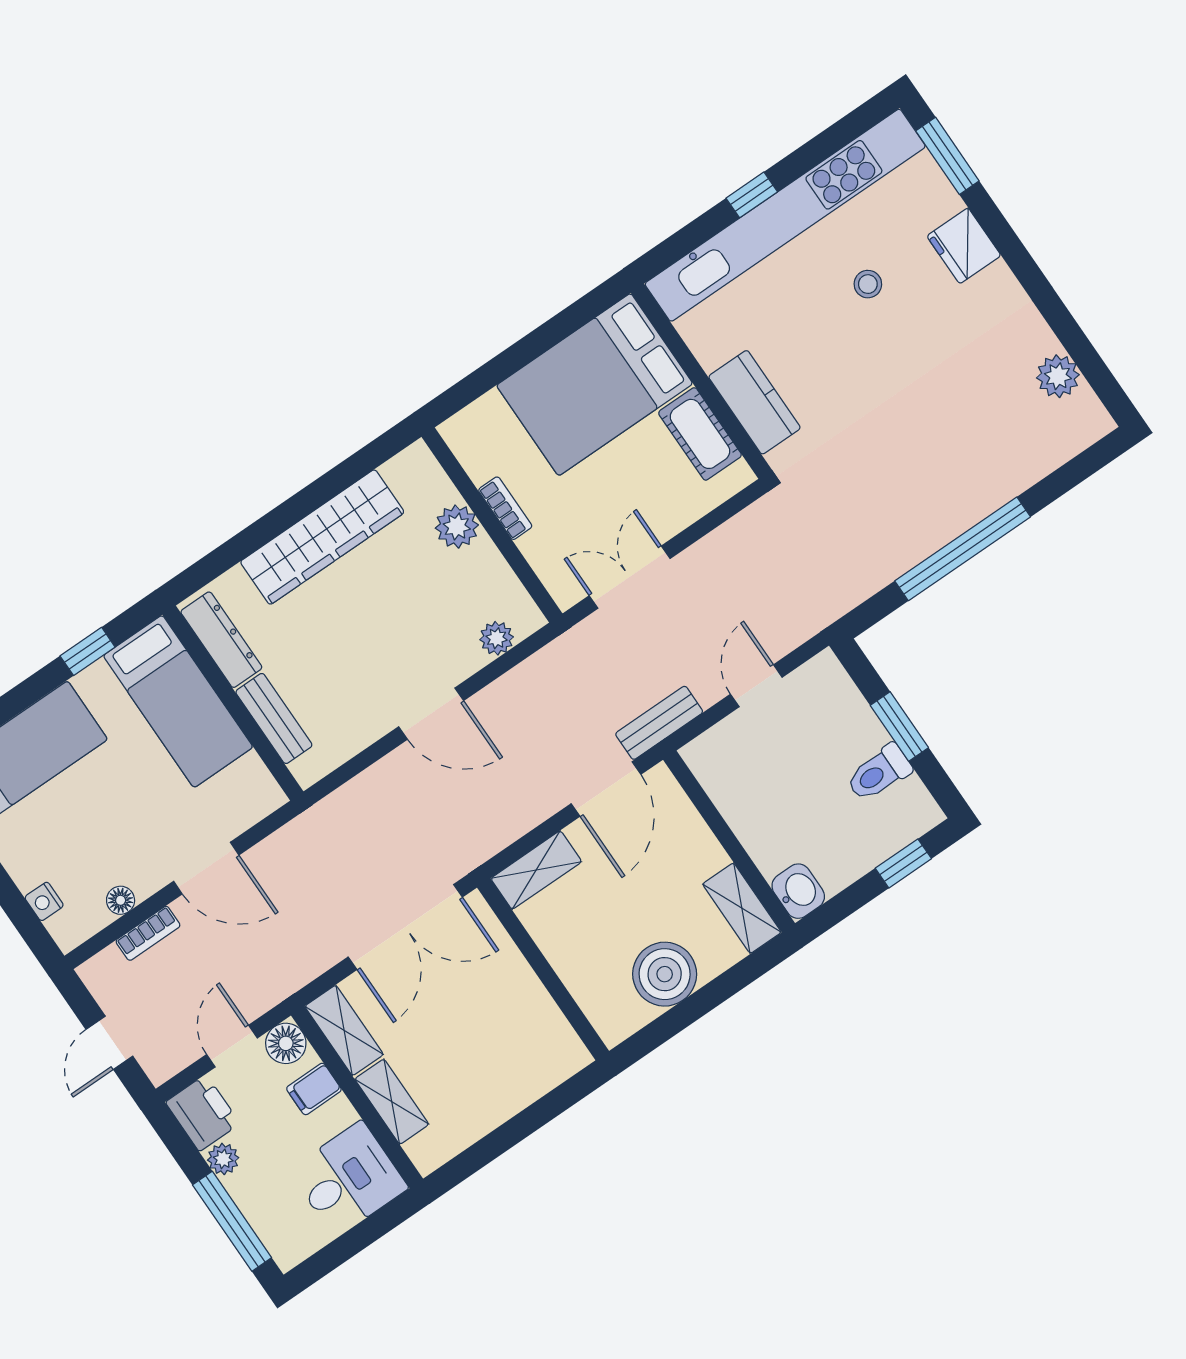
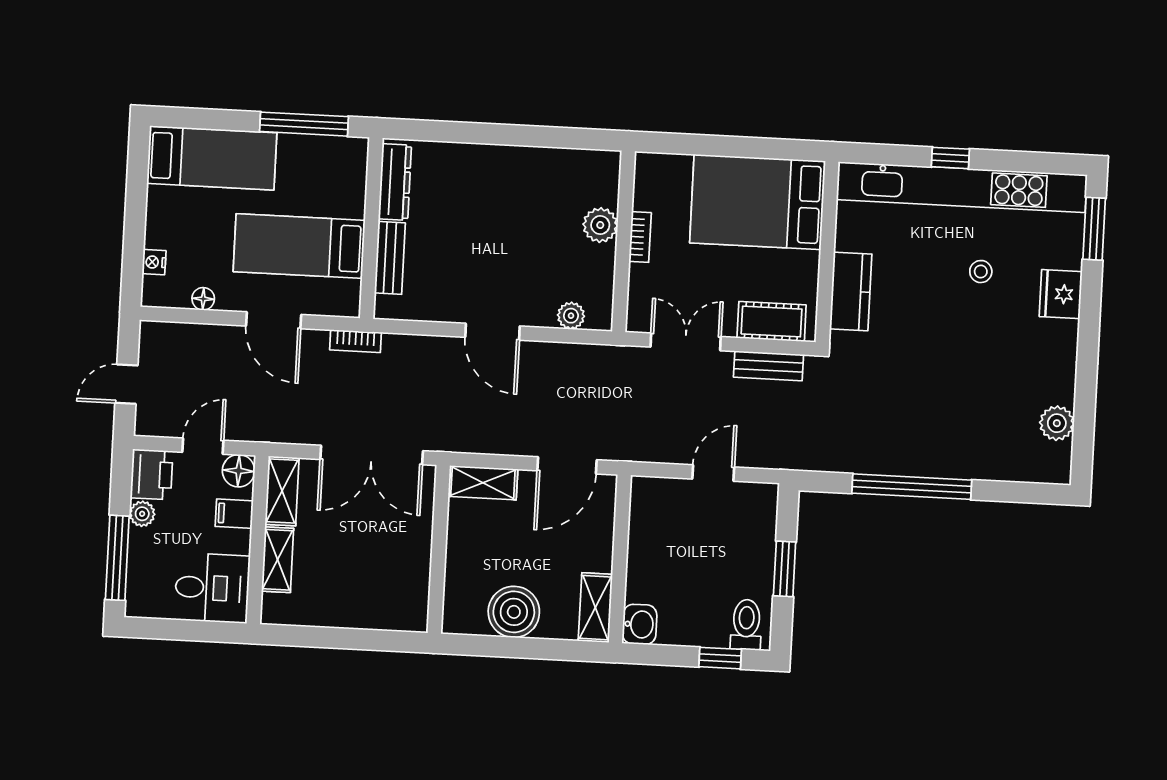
cot: (700, 434) -> (772, 321), moved, turned 90
wardrobe: (322, 537) -> (509, 166), removed
window: (88, 651) -> (304, 124), width x2.17
bed: (178, 701) -> (299, 246), moved, turned 90
bench: (659, 723) -> (769, 366), moved
toilet: (879, 773) -> (746, 625), moved, turned 90
bookcase: (148, 933) -> (356, 341), moved

